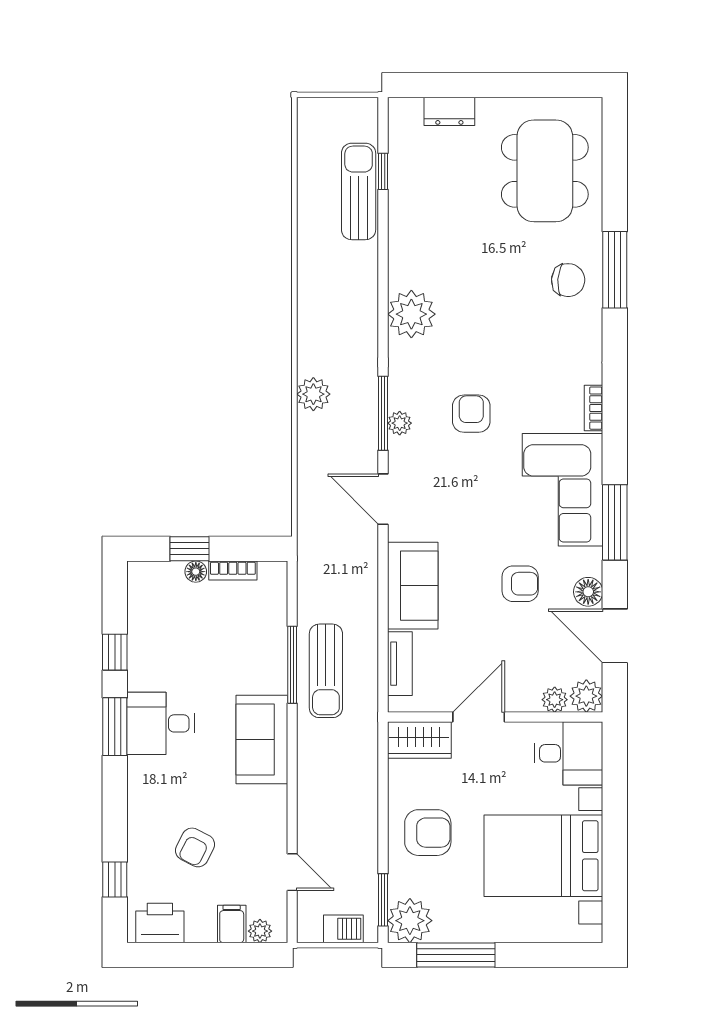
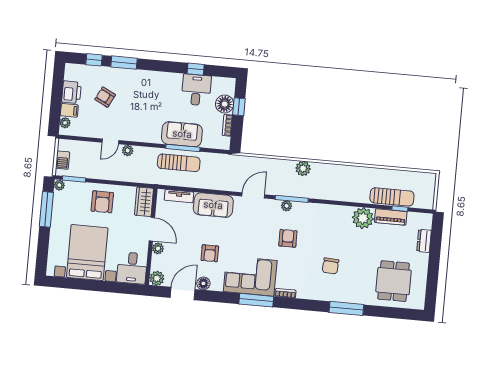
dining table: (545, 171) -> (394, 281), width x0.73
piano: (403, 190) -> (391, 217), added
chair: (568, 280) -> (330, 266), moved
plant: (411, 314) -> (363, 218), moved
armchair: (471, 414) -> (288, 238), turned -90
window: (615, 522) -> (256, 300), moved
floor lamp: (196, 572) -> (225, 104), width x1.89, depth x1.89
sun lounger: (326, 671) -> (179, 163), turned 180
plant: (555, 700) -> (158, 248), moved
desk: (161, 723) -> (196, 90), moved
window: (115, 727) -> (124, 63), moved
sofa: (262, 739) -> (182, 134), moved
plant: (309, 787) -> (128, 151), added
door: (292, 872) -> (110, 141), moved
plant: (410, 921) -> (59, 185), width x0.53, depth x0.53
printer: (160, 923) -> (71, 92), moved

